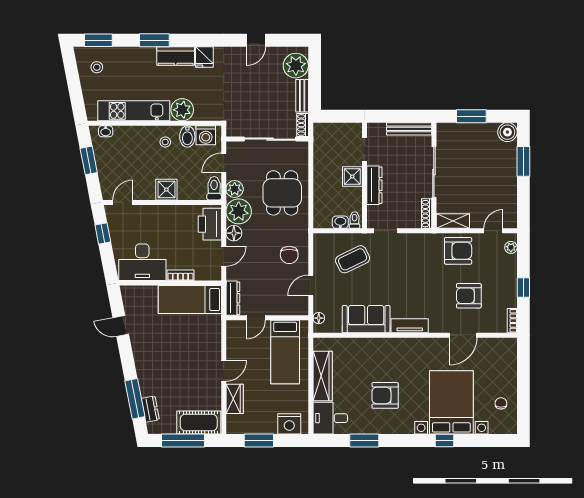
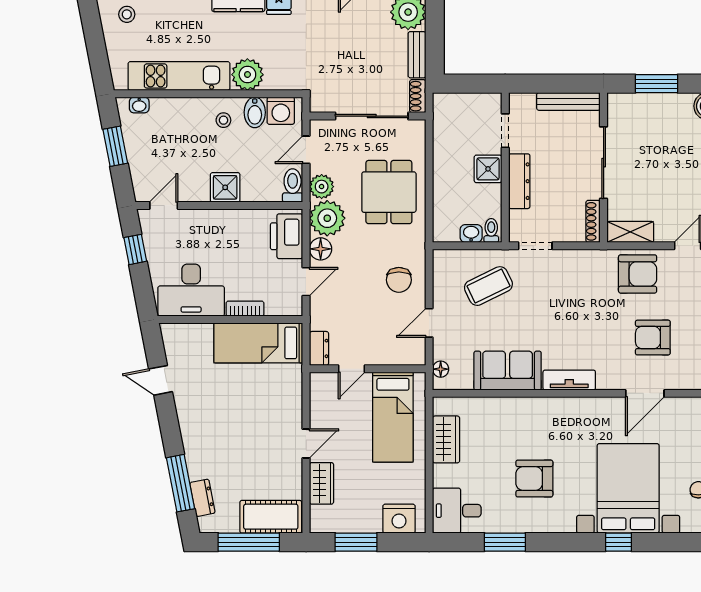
dresser: (233, 298) -> (319, 348), width x0.70
wardrobe: (323, 376) -> (446, 439), width x0.67

